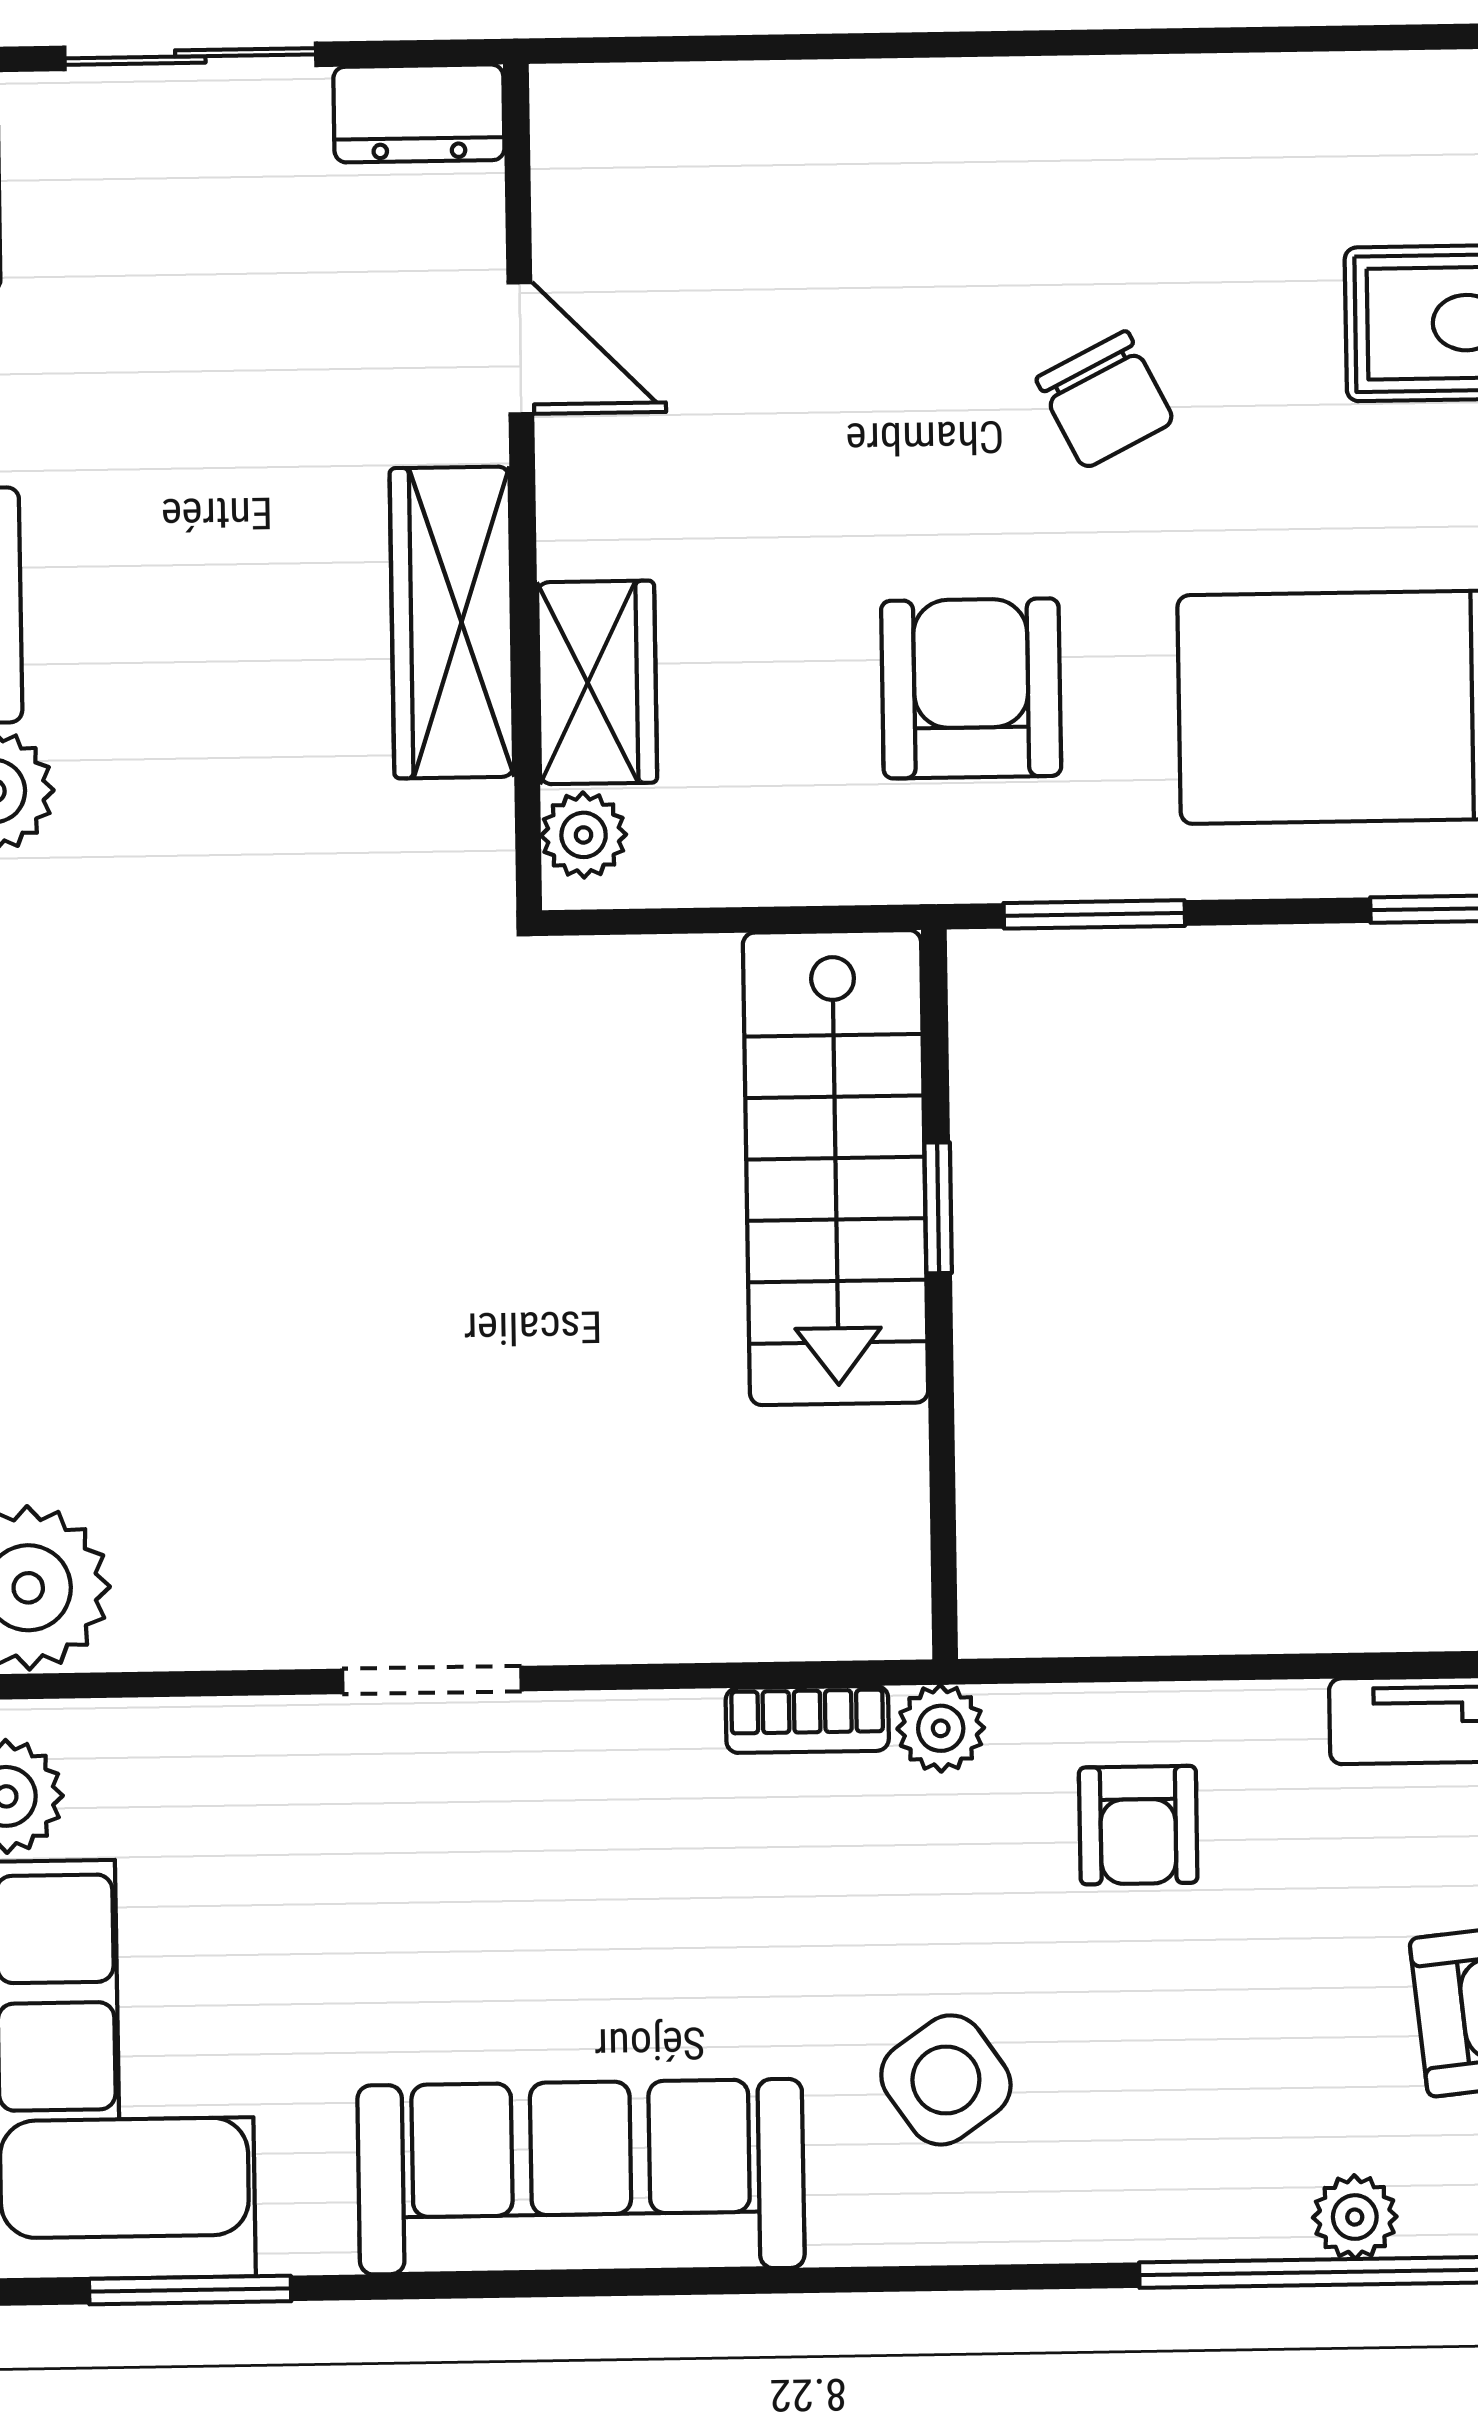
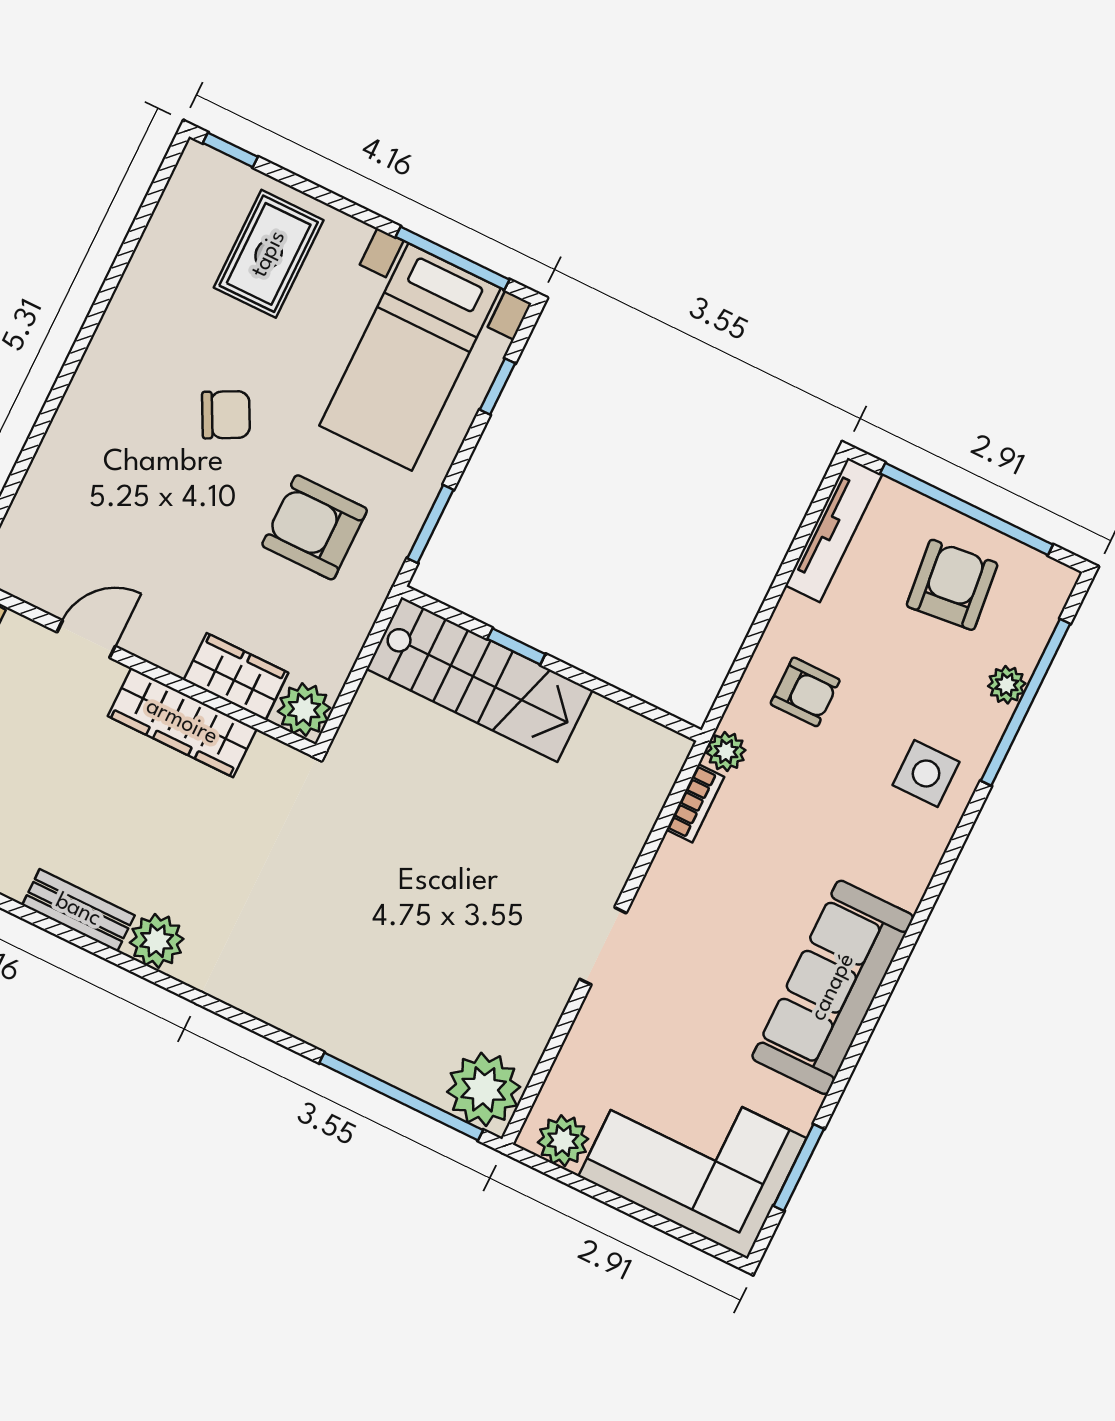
plant: (584, 835) -> (304, 710), width x1.38, depth x1.38
side table: (946, 2080) -> (926, 773), moved, turned 35

